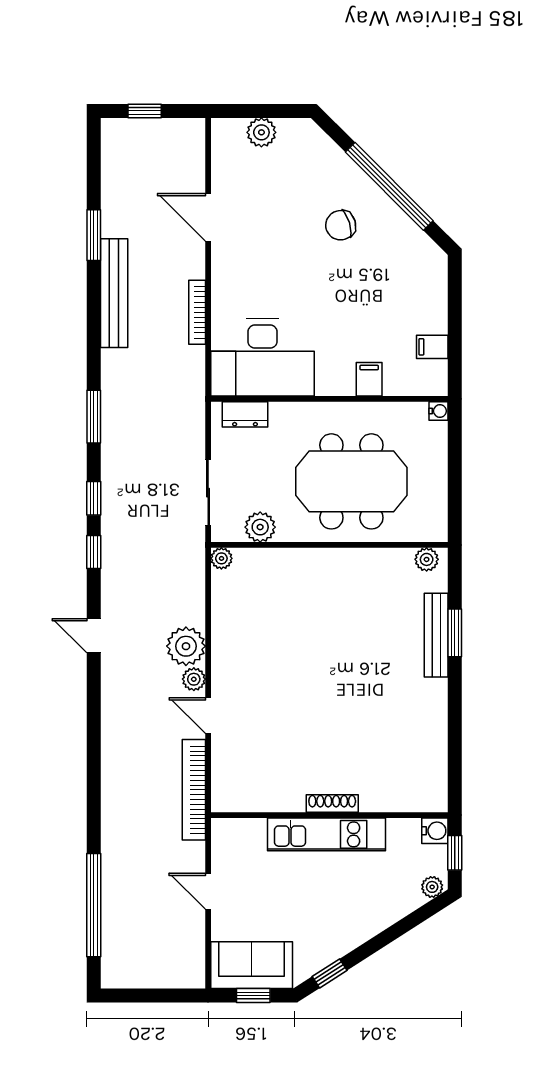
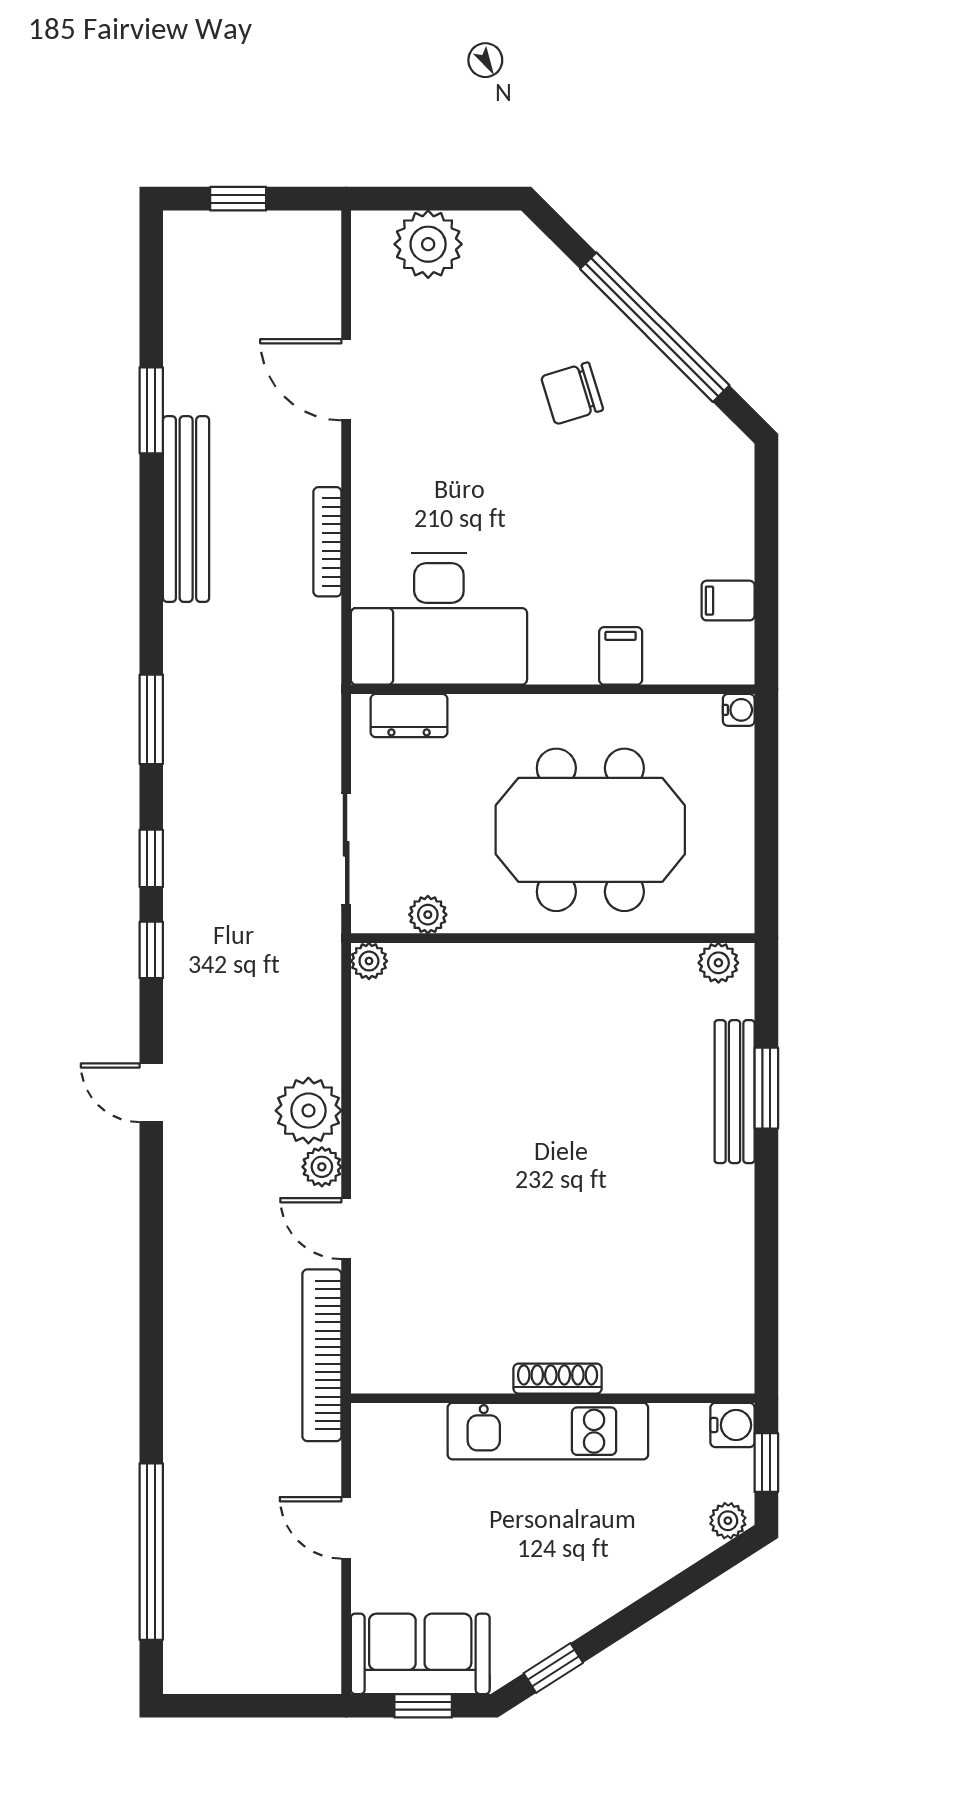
plant: (261, 132) -> (428, 244), width x1.36, depth x1.36
plant: (260, 527) -> (428, 915), width x0.73, depth x0.73

